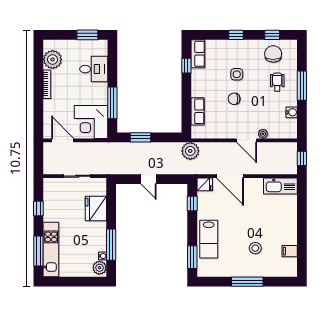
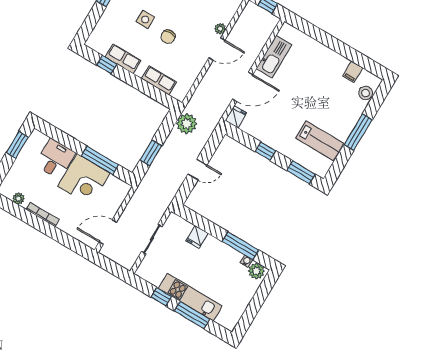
row of seats: (198, 54) -> (123, 59), moved
plant: (53, 59) -> (19, 199), width x0.53, depth x0.53
corner desk: (91, 122) -> (84, 180), moved
plant: (190, 151) -> (187, 124), moved
kitchen sink: (280, 186) -> (274, 57), moved
window: (192, 203) -> (265, 151), moved
fridge: (96, 209) -> (197, 237), width x0.53, depth x0.75
lab bench: (209, 239) -> (320, 141), moved
stool: (255, 248) -> (366, 93), moved
kitchen unit: (51, 249) -> (190, 297), moved
window: (38, 251) -> (192, 315), moved

